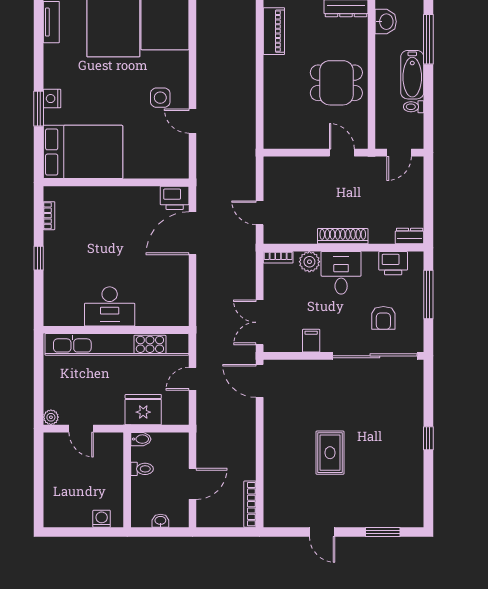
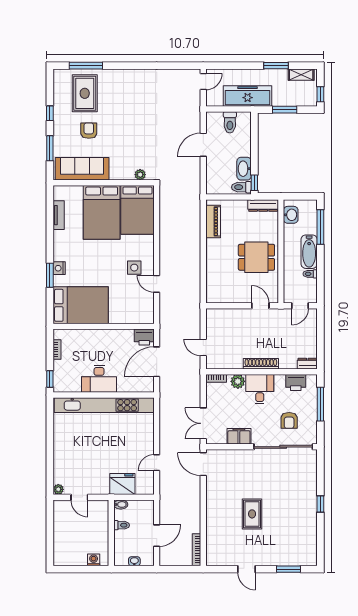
desk: (110, 306) -> (99, 379), moved
wall: (116, 330) -> (104, 395), moved
filing cabinet: (311, 341) -> (239, 436), width x2.00
kitchen unit: (117, 344) -> (104, 405), moved

